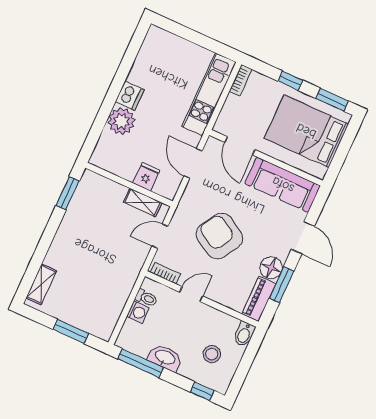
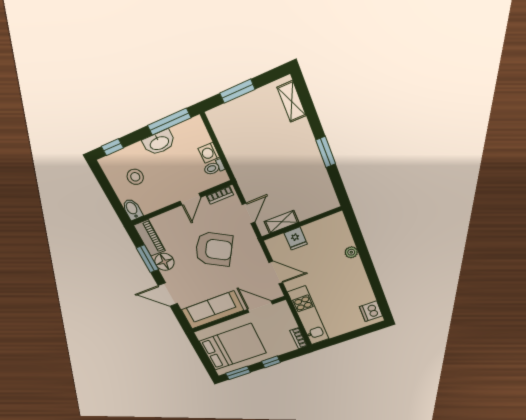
dishwasher: (130, 96) -> (371, 311), moved
plant: (121, 121) -> (351, 252), width x0.53, depth x0.53
window: (68, 193) -> (326, 152), moved

